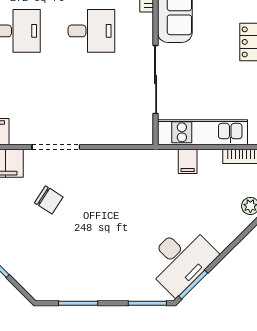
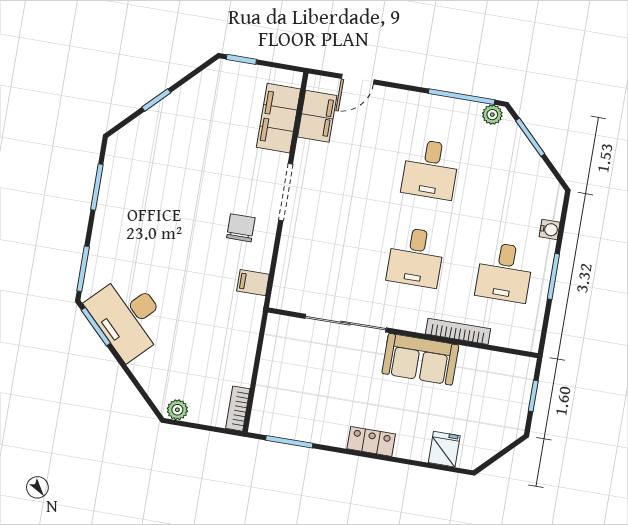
kitchen unit: (202, 132) -> (274, 368), removed
filing cabinet: (188, 161) -> (253, 283), moved
chair: (49, 200) -> (241, 228), moved, turned 147

